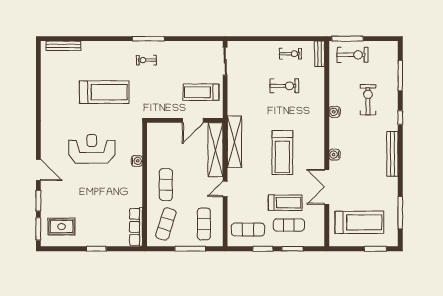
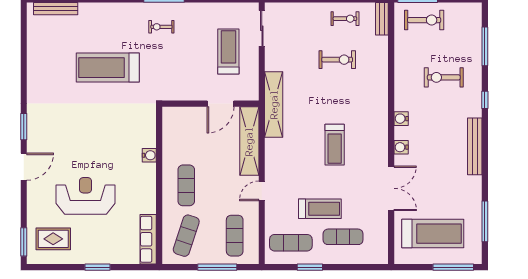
treadmill: (104, 92) -> (108, 68), turned 180
treadmill: (201, 92) -> (228, 51), moved, turned 90
exercise bike: (368, 100) -> (444, 77), turned -90
water cooler: (335, 112) -> (401, 119), moved
shelving: (235, 142) -> (274, 104), moved
reception desk: (92, 149) -> (85, 196), moved
treadmill: (282, 153) -> (335, 145), width x0.73, depth x0.73
door: (38, 170) -> (24, 167), hinge flipped
double door: (327, 187) -> (391, 188), swing flipped
window: (38, 201) -> (24, 127), moved
treadmill: (285, 203) -> (320, 209), moved
window: (292, 249) -> (348, 267), removed
window: (375, 249) -> (453, 267), width x1.44

